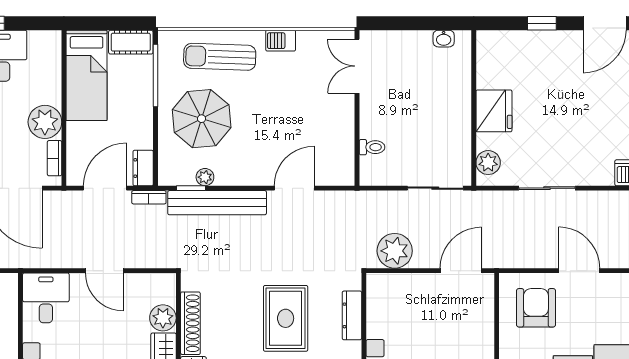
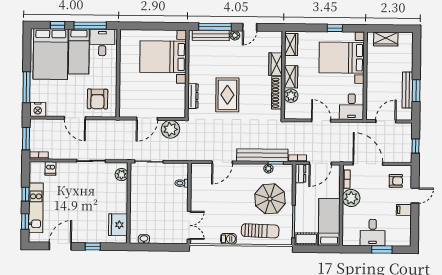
fridge: (494, 111) -> (118, 225), moved
door: (461, 271) -> (147, 119), moved

